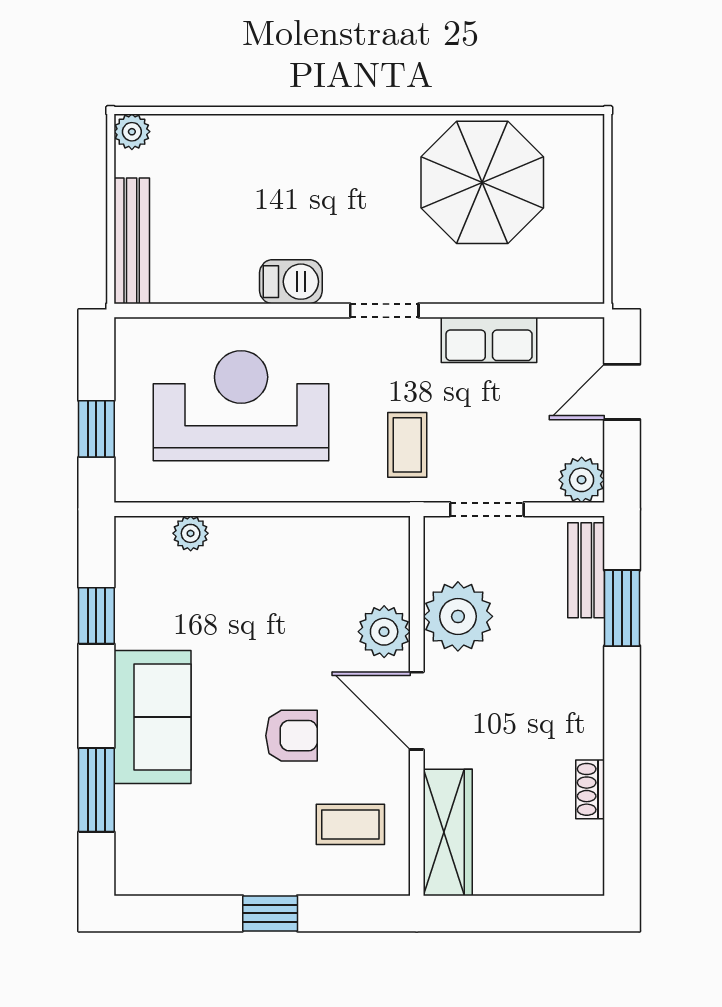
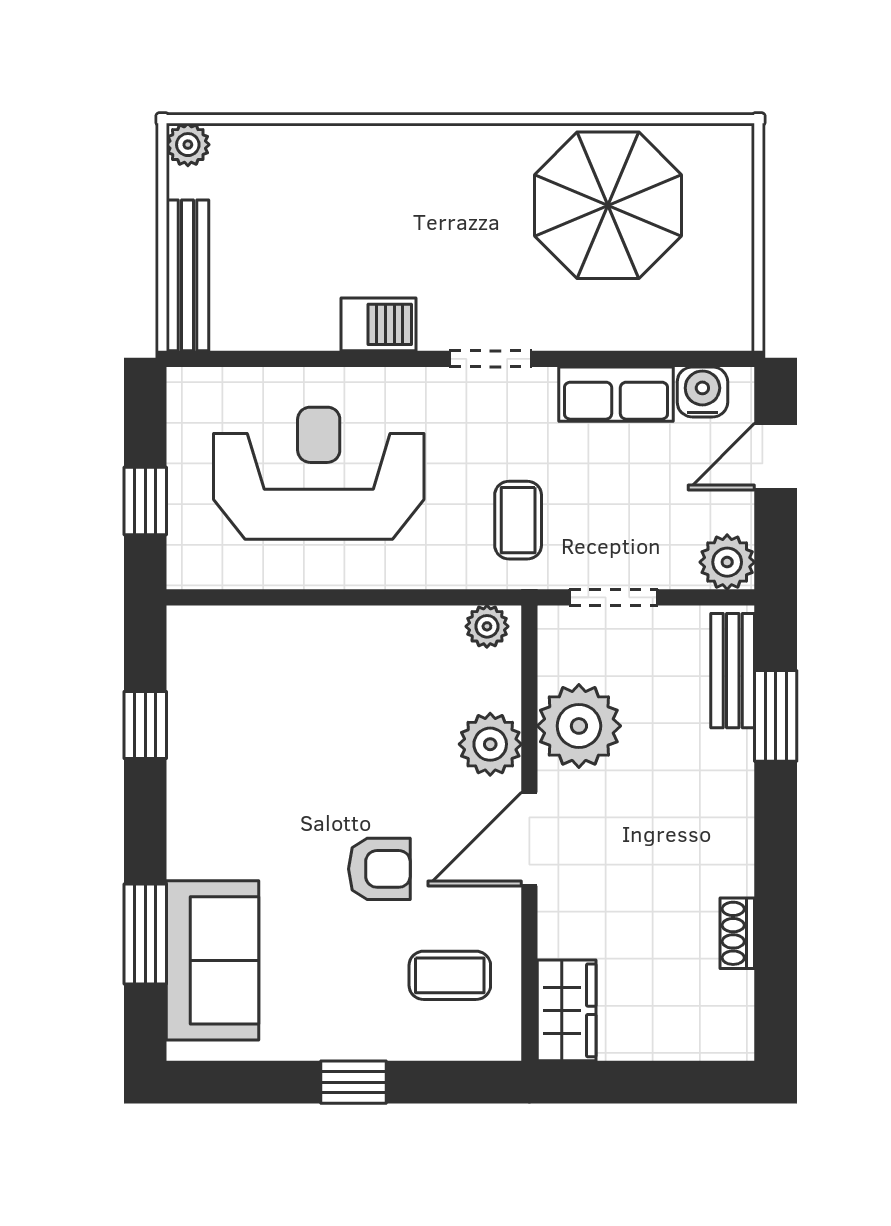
water cooler: (561, 338) -> (702, 392), added
plant: (191, 533) -> (487, 626), moved
door: (417, 711) -> (529, 839), hinge flipped
sofa: (152, 717) -> (213, 960), moved
wardrobe: (448, 832) -> (567, 1010), width x0.67

